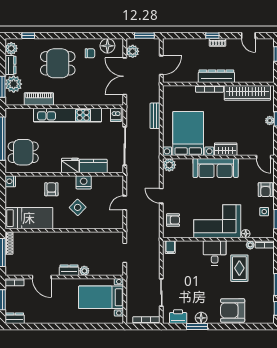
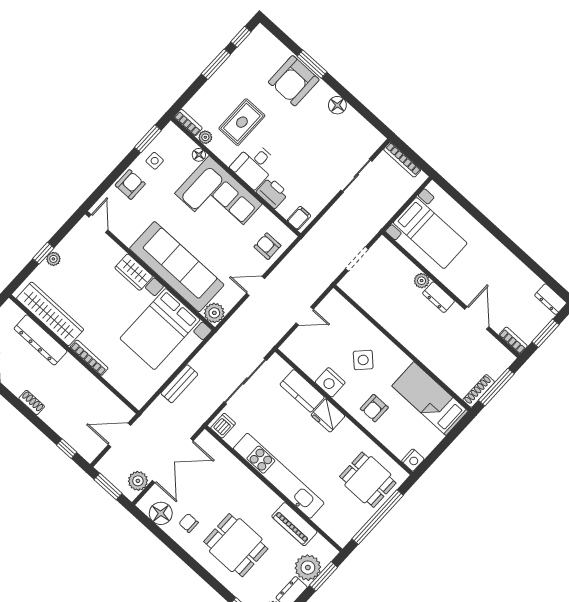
window: (212, 36) -> (67, 449), moved
dresser: (216, 76) -> (40, 340), moved
sofa: (216, 168) -> (177, 267), width x1.36, depth x1.27
door: (161, 196) -> (256, 286), swing flipped
armchair: (233, 310) -> (294, 81), turned 90
printer: (178, 317) -> (272, 193), moved, turned 180
window: (197, 326) -> (312, 64), moved

